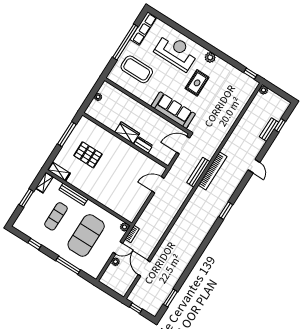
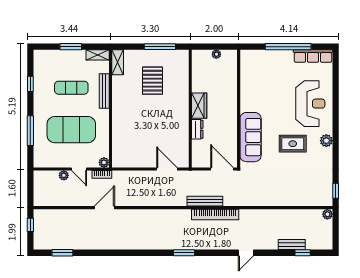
coffee table: (137, 69) -> (268, 75), removed
door: (144, 268) -> (104, 208), moved

